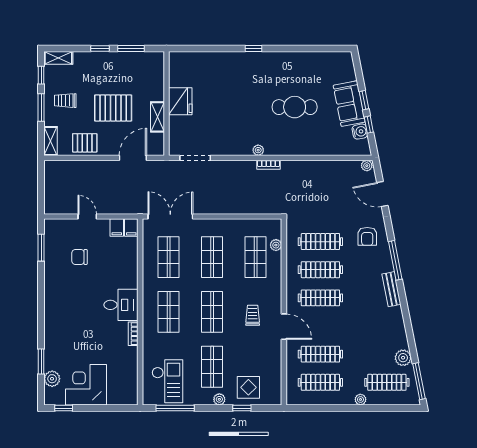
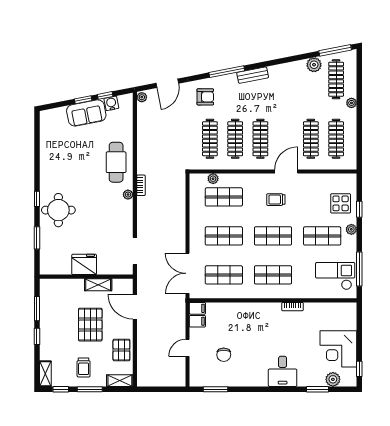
window: (210, 48) -> (37, 238), added
round table: (241, 72) -> (58, 210), added
cafe table: (295, 107) -> (116, 162), moved
desk: (121, 305) -> (283, 371), moved, turned 180

